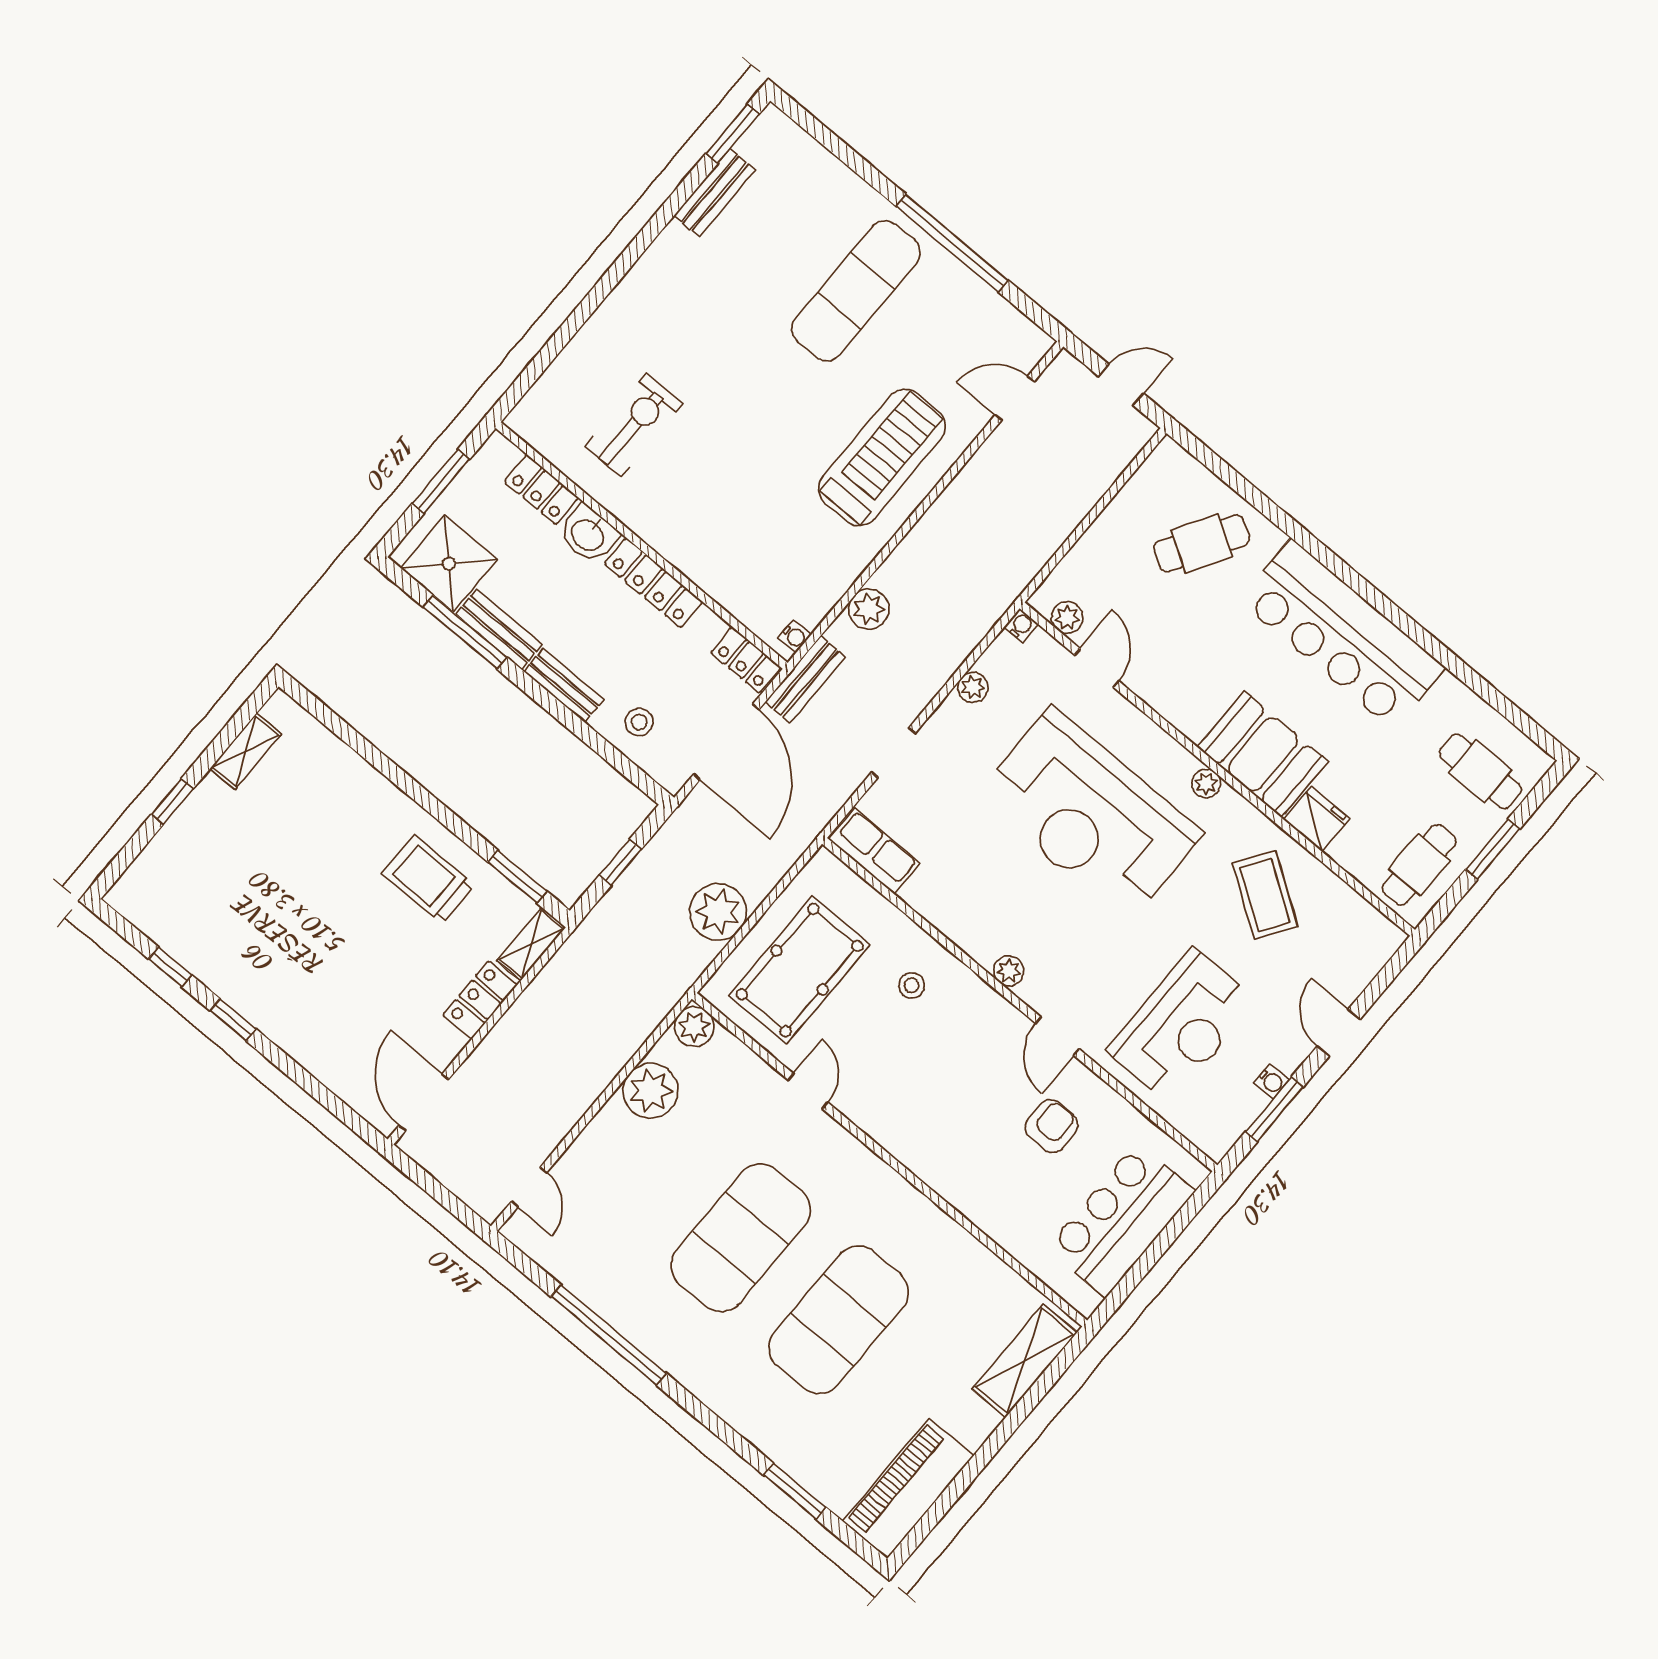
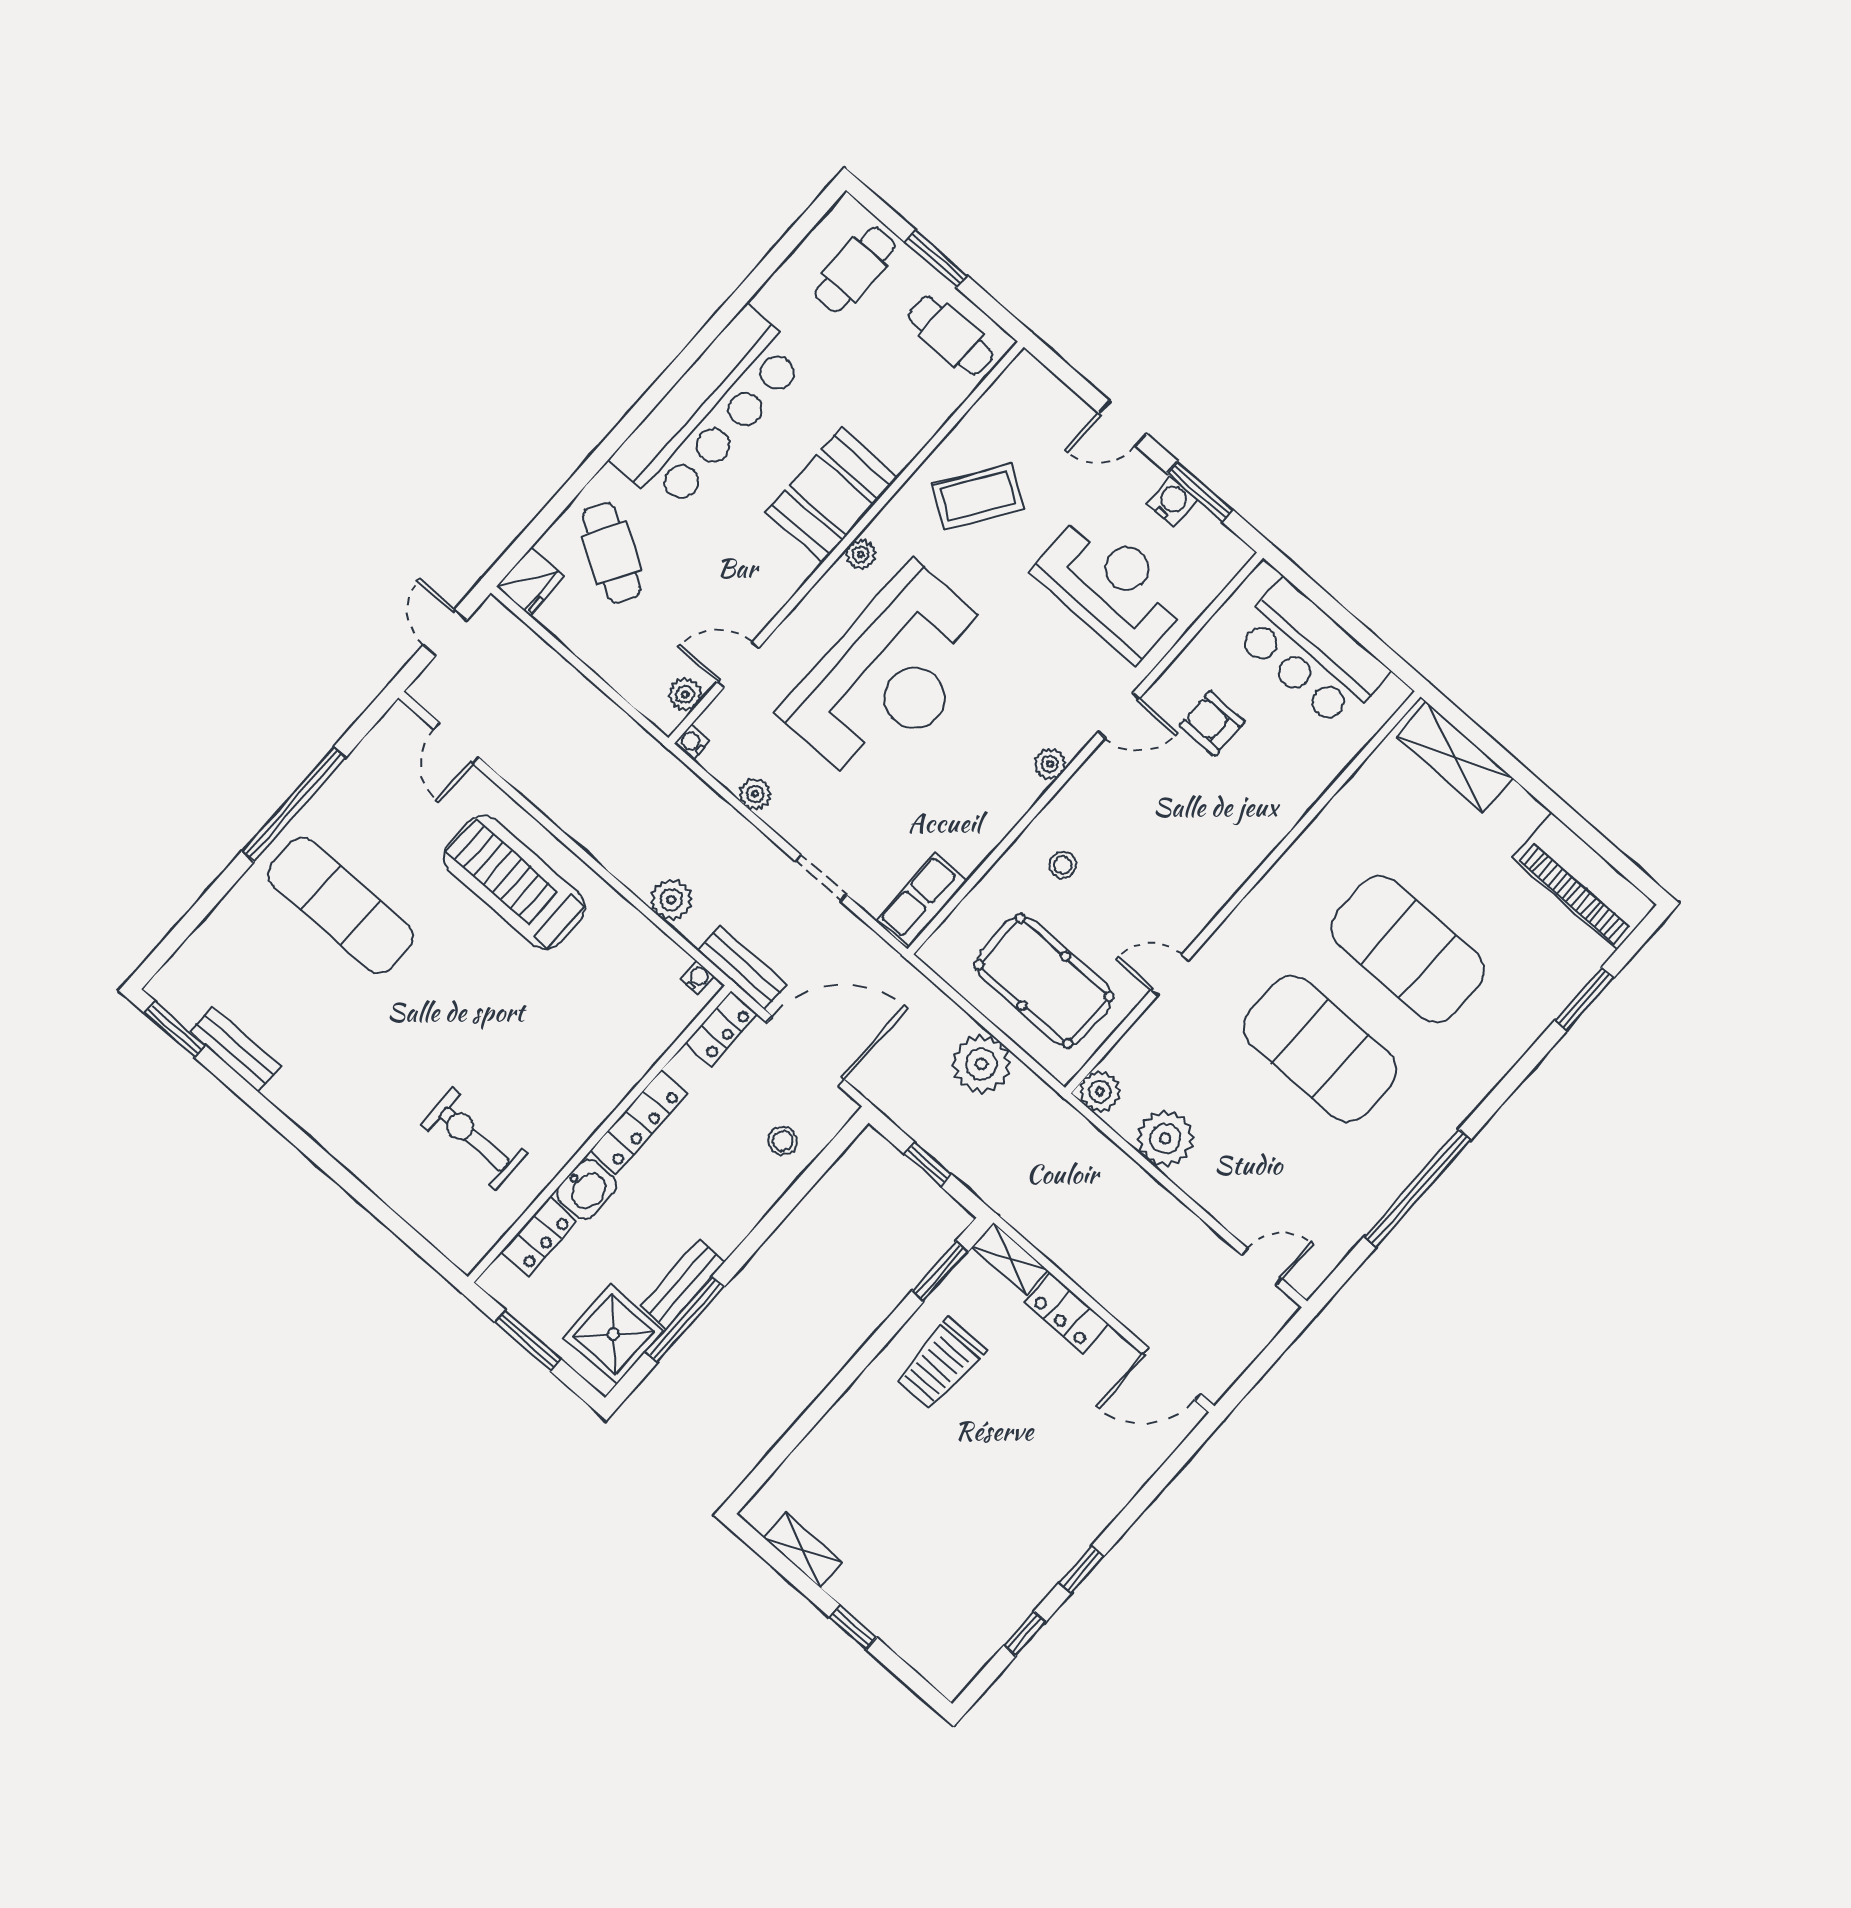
bench: (564, 685) -> (743, 1218), removed
fridge: (1317, 819) -> (530, 582), moved, turned 180
water cooler: (1271, 1081) -> (1172, 501), width x1.38, depth x1.38

